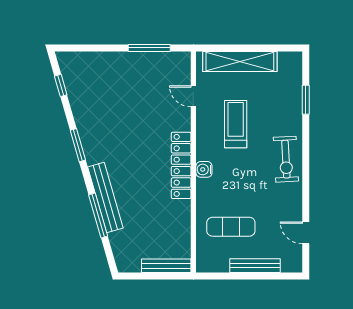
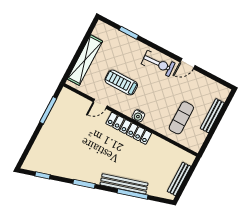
door: (193, 96) -> (100, 104), moved
door: (306, 233) -> (188, 64), moved
bench: (166, 266) -> (179, 179), moved

